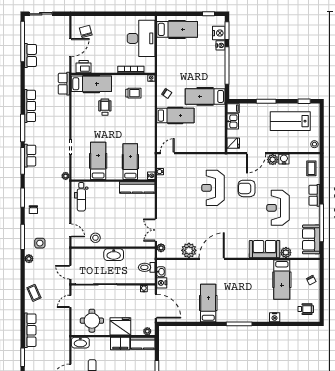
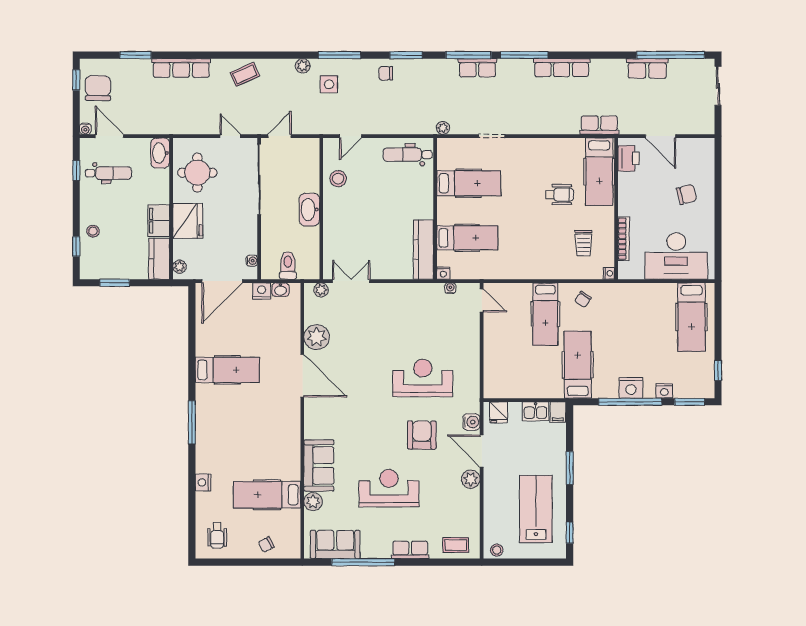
chair: (86, 31) -> (686, 194), moved
nightstand: (219, 33) -> (631, 388), moved
water cooler: (284, 159) -> (471, 422), moved

